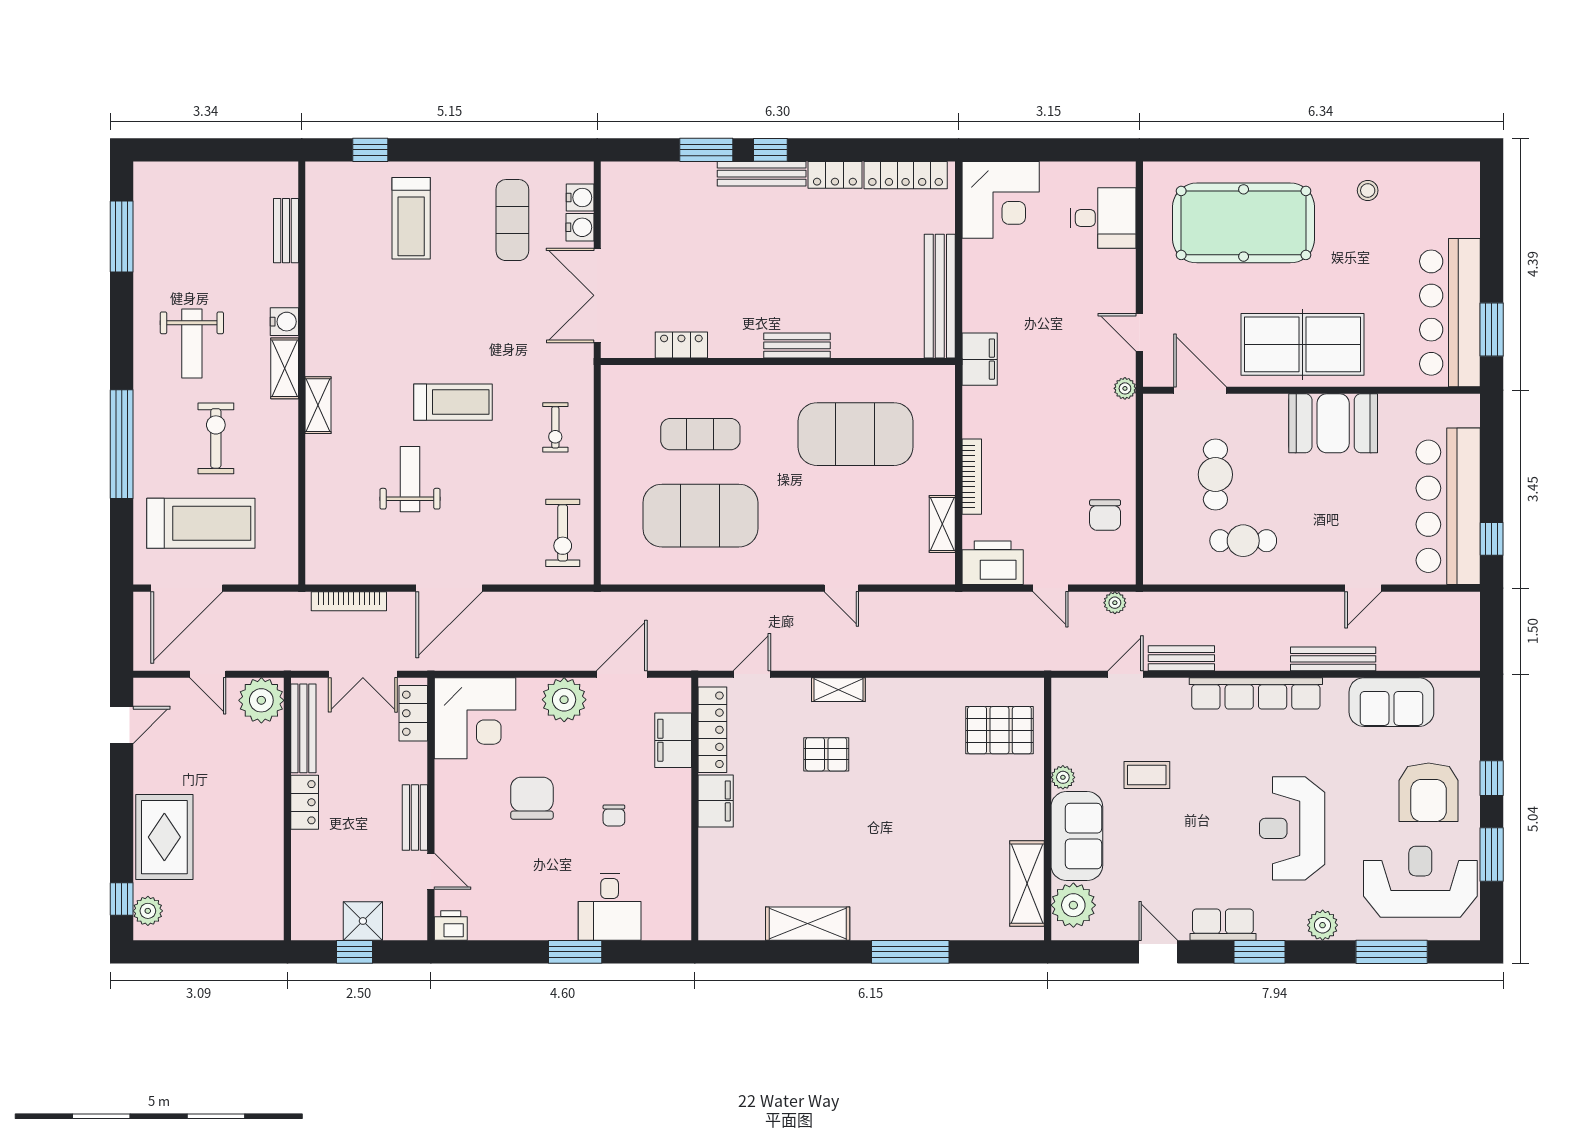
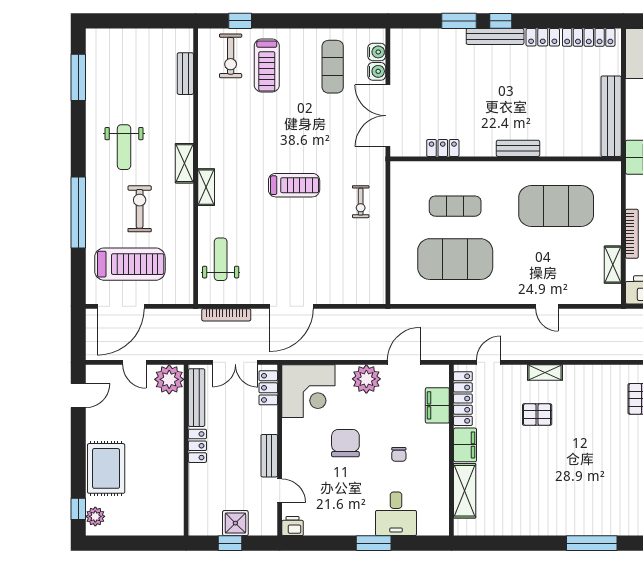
water cooler: (284, 322) -> (184, 133), removed
weight bench: (410, 479) -> (221, 259), moved
exercise bike: (563, 533) -> (231, 56), moved
shelving: (808, 924) -> (465, 491), moved, turned 90

